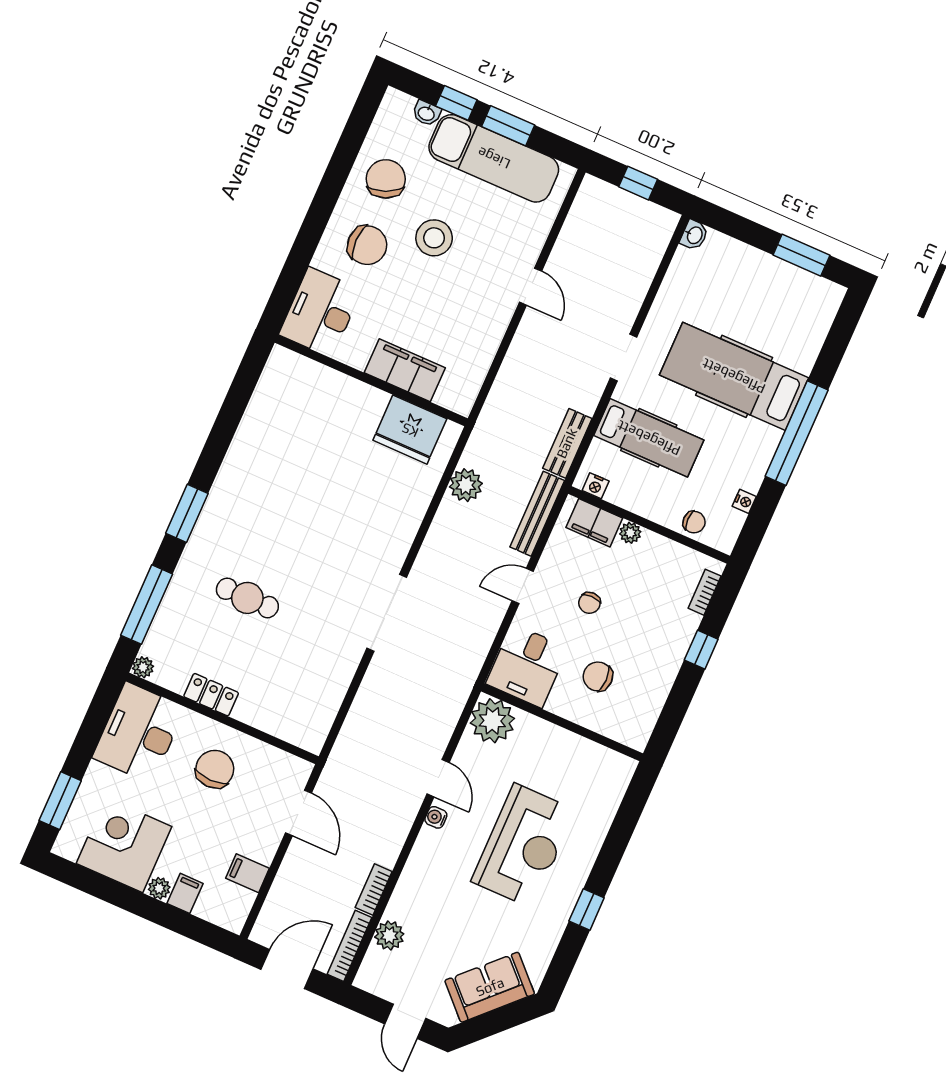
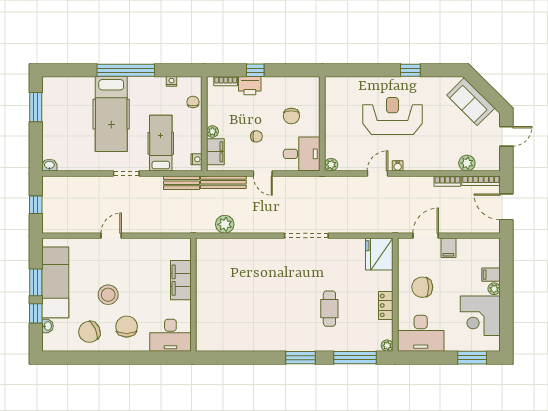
fridge: (410, 430) -> (379, 254), moved, turned 180
printer: (679, 629) -> (250, 86), added
plant: (492, 721) -> (331, 165), width x0.53, depth x0.53
filing cabinet: (248, 873) -> (448, 248), moved

